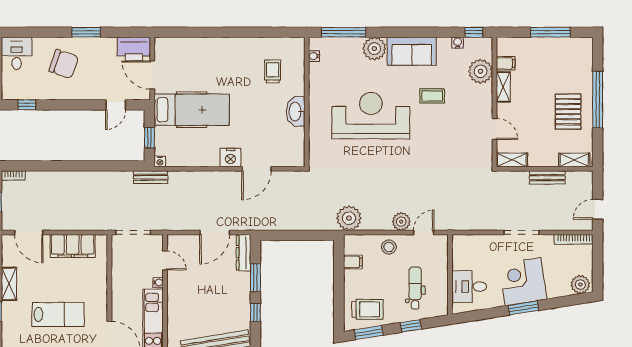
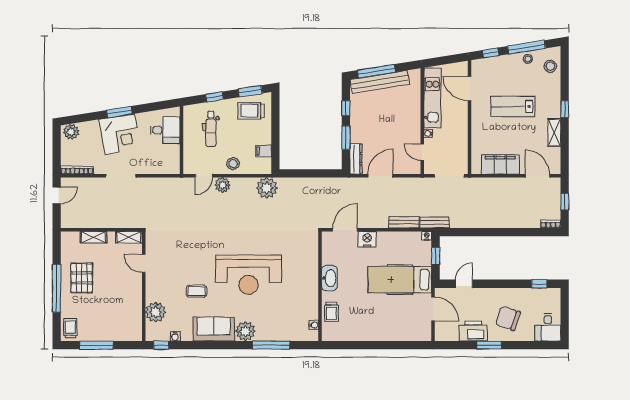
printer: (134, 49) -> (473, 331), moved
trolley: (581, 52) -> (70, 328), added
water cooler: (314, 56) -> (314, 325), moved
filing cabinet: (506, 63) -> (134, 319), removed
shelving: (503, 87) -> (136, 299), removed
wall: (307, 102) -> (320, 286), moved
washbasin: (296, 111) -> (329, 278), moved
shelving: (574, 160) -> (94, 237), moved
bench: (547, 177) -> (404, 222), moved

